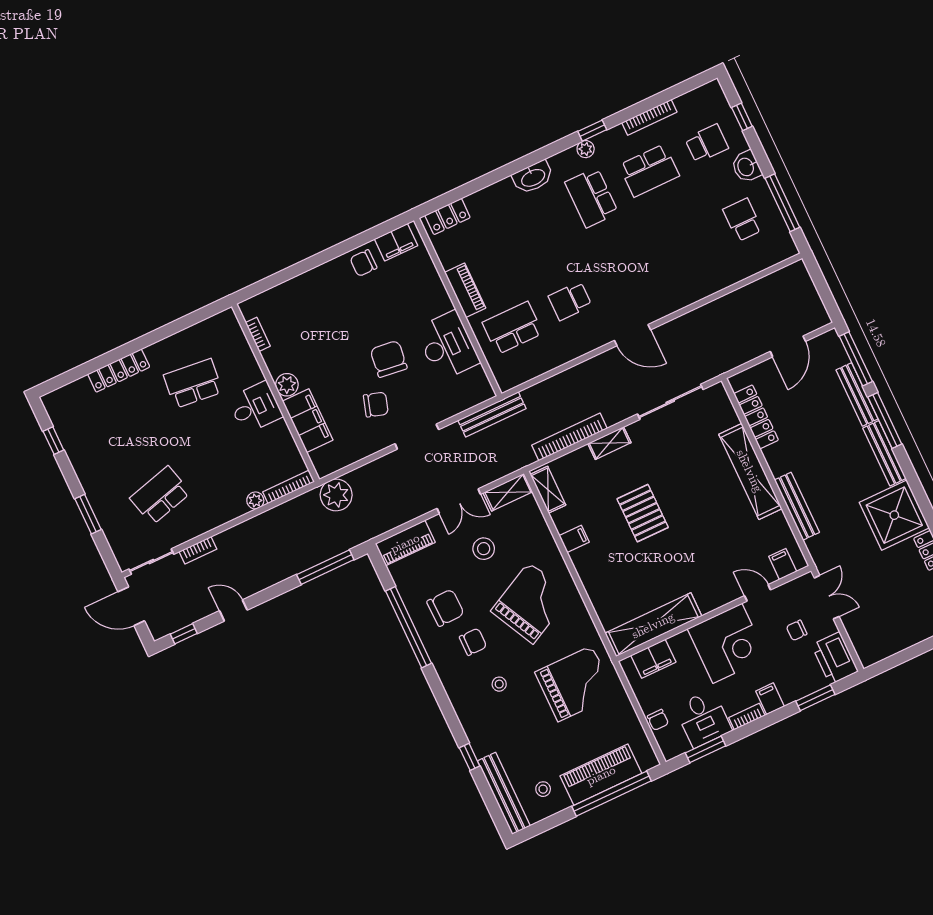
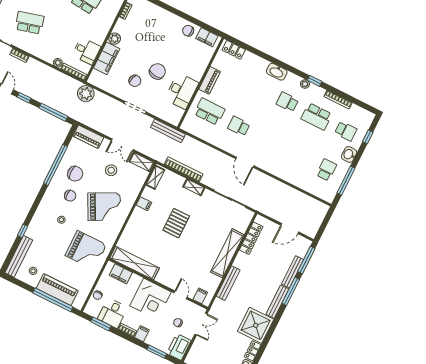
school desk: (592, 198) -> (287, 102), width x0.54
desk: (255, 407) -> (86, 51), moved
window: (268, 594) -> (24, 98), added

